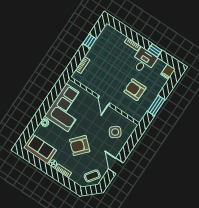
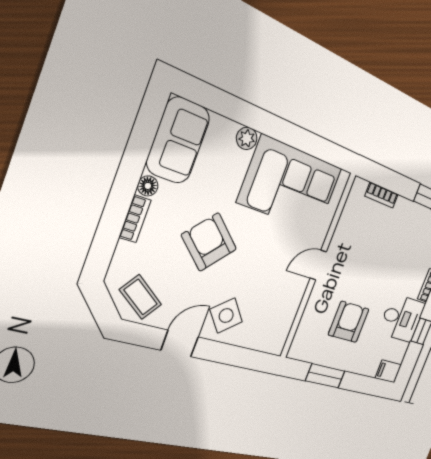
side table: (115, 132) -> (226, 316), moved

